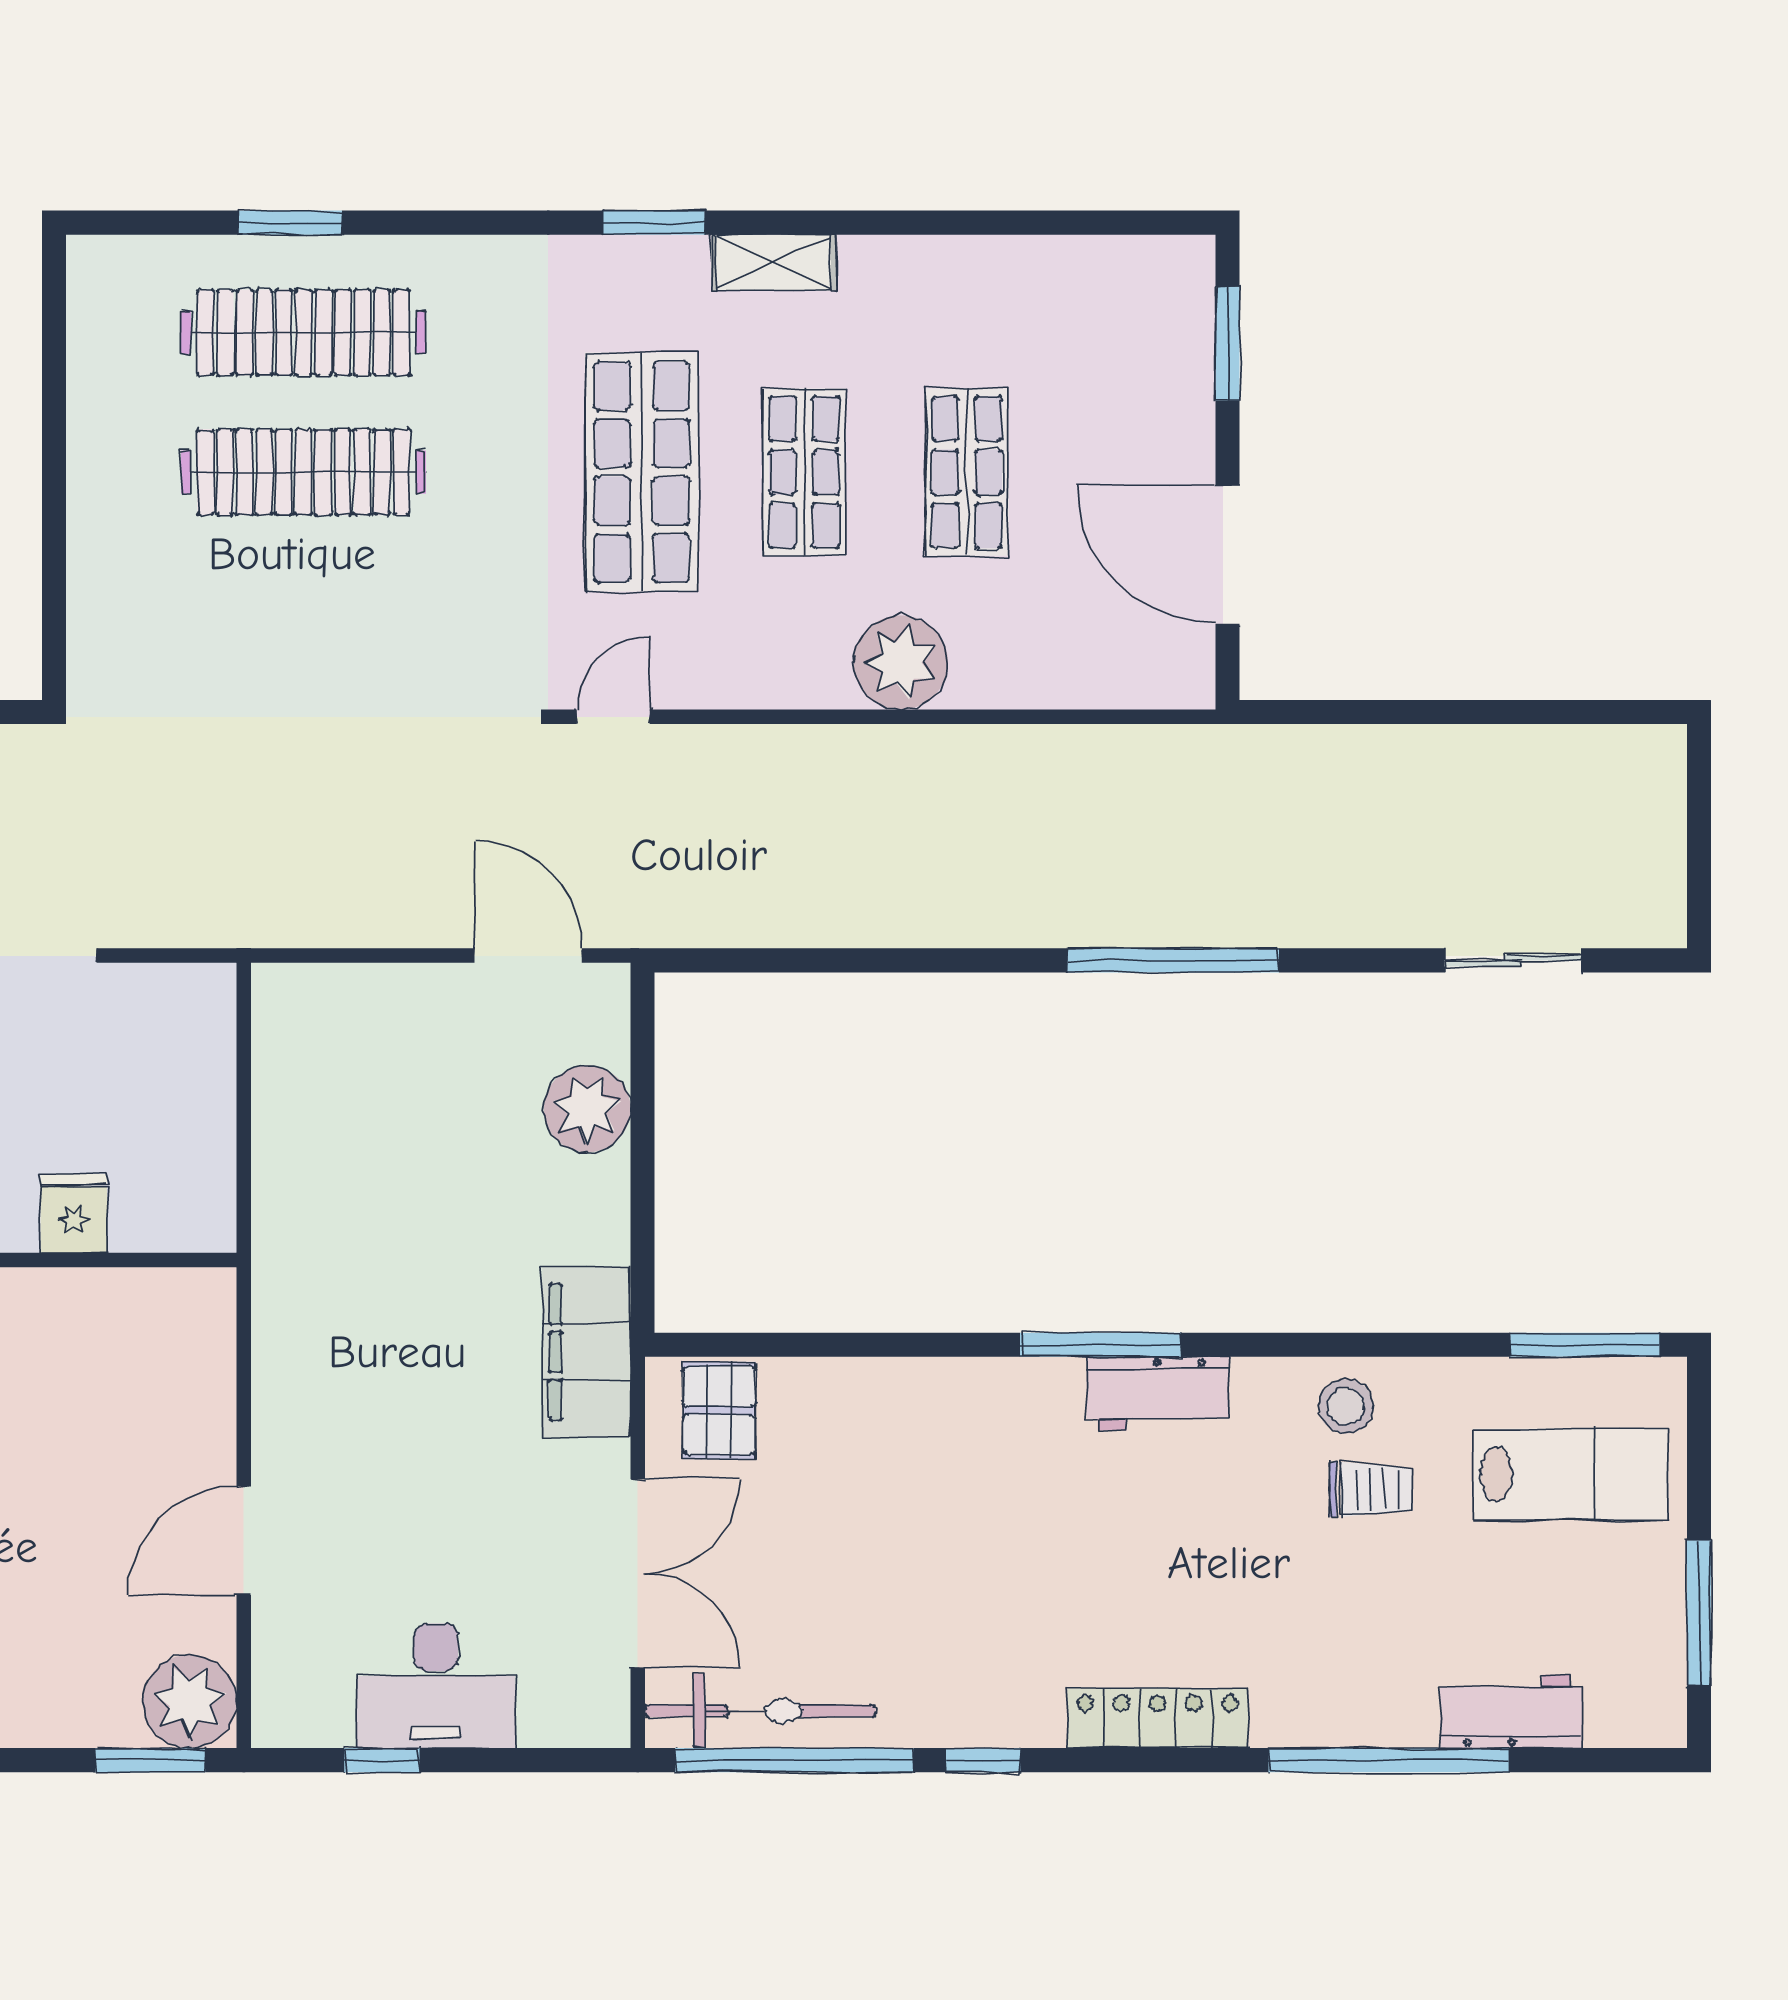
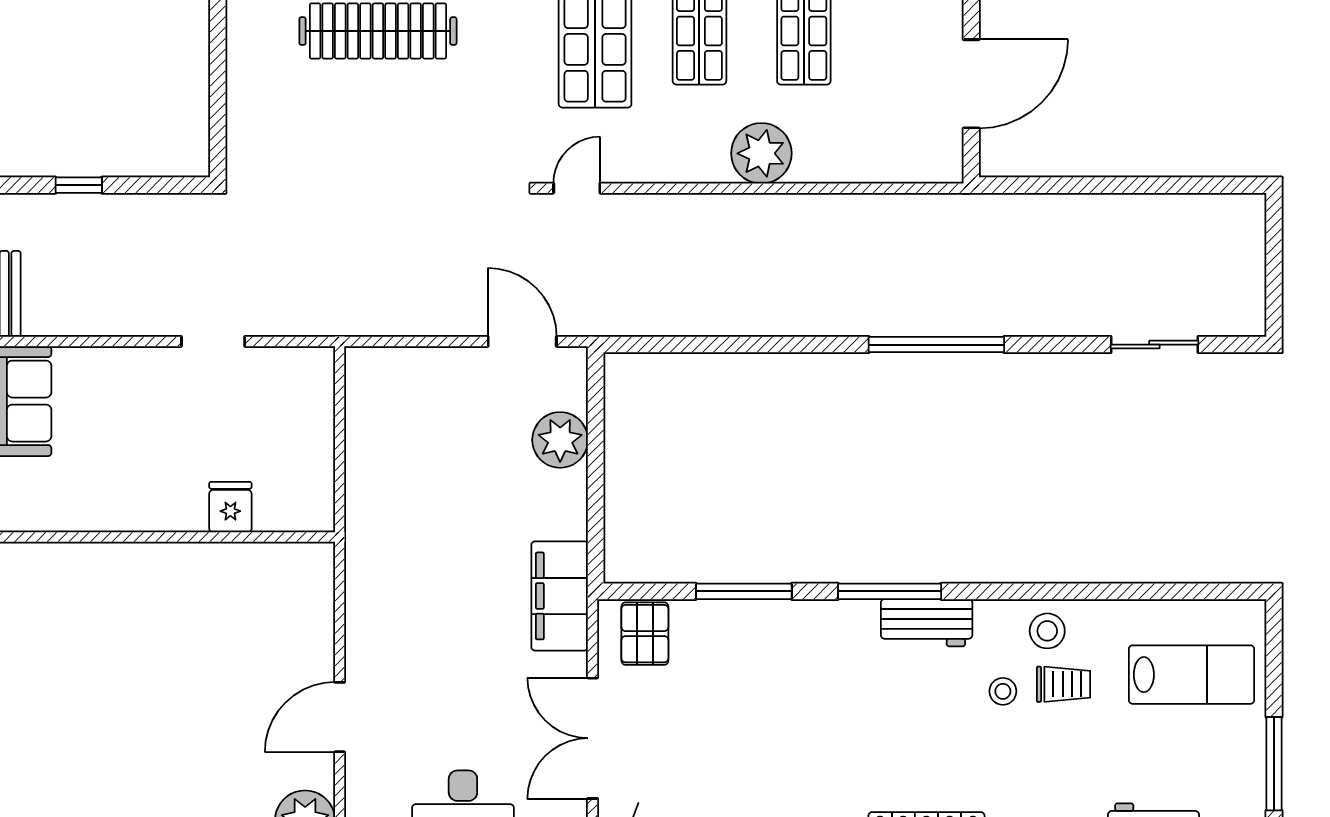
door: (1227, 554) -> (971, 84), swing flipped
window: (1585, 1345) -> (744, 591), moved
stool: (1277, 1500) -> (1003, 691), added
double door: (638, 1573) -> (593, 738), swing flipped

